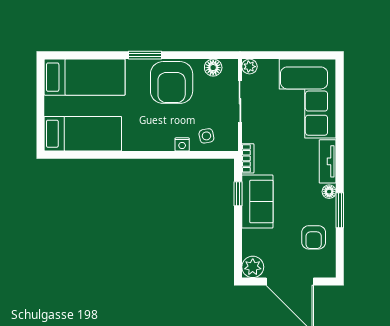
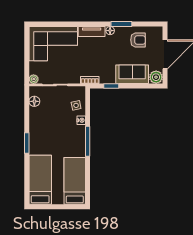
armchair: (172, 82) -> (43, 127), removed
window: (148, 155) -> (88, 141), added
sofa: (257, 201) -> (132, 74), moved

